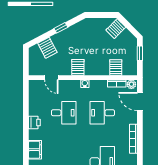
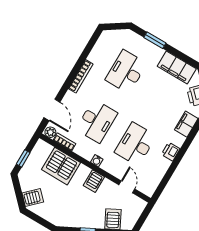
server rack: (116, 68) -> (61, 166), width x2.18, depth x1.44
desk: (64, 113) -> (135, 144), width x1.37
desk: (102, 113) -> (97, 121), width x1.37

